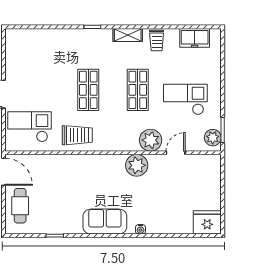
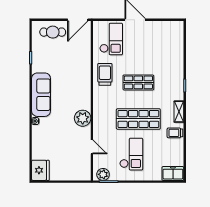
freezer: (195, 38) -> (173, 174), moved, turned 90
shop shelf: (138, 90) -> (138, 119), width x1.43, depth x1.36
trolley: (77, 135) -> (105, 74), turned 180
plant: (151, 140) -> (101, 128), removed
sofa: (105, 222) -> (41, 95), width x1.36

